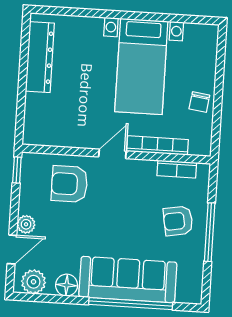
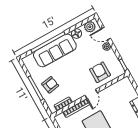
armchair: (69, 184) -> (100, 72), turned -90
door: (12, 250) -> (106, 34), hinge flipped

